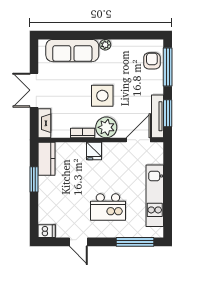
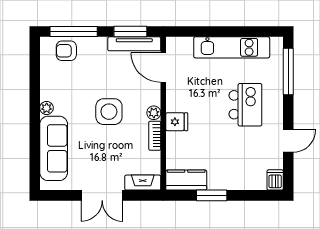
plant: (106, 127) -> (154, 113), width x0.53, depth x0.53

